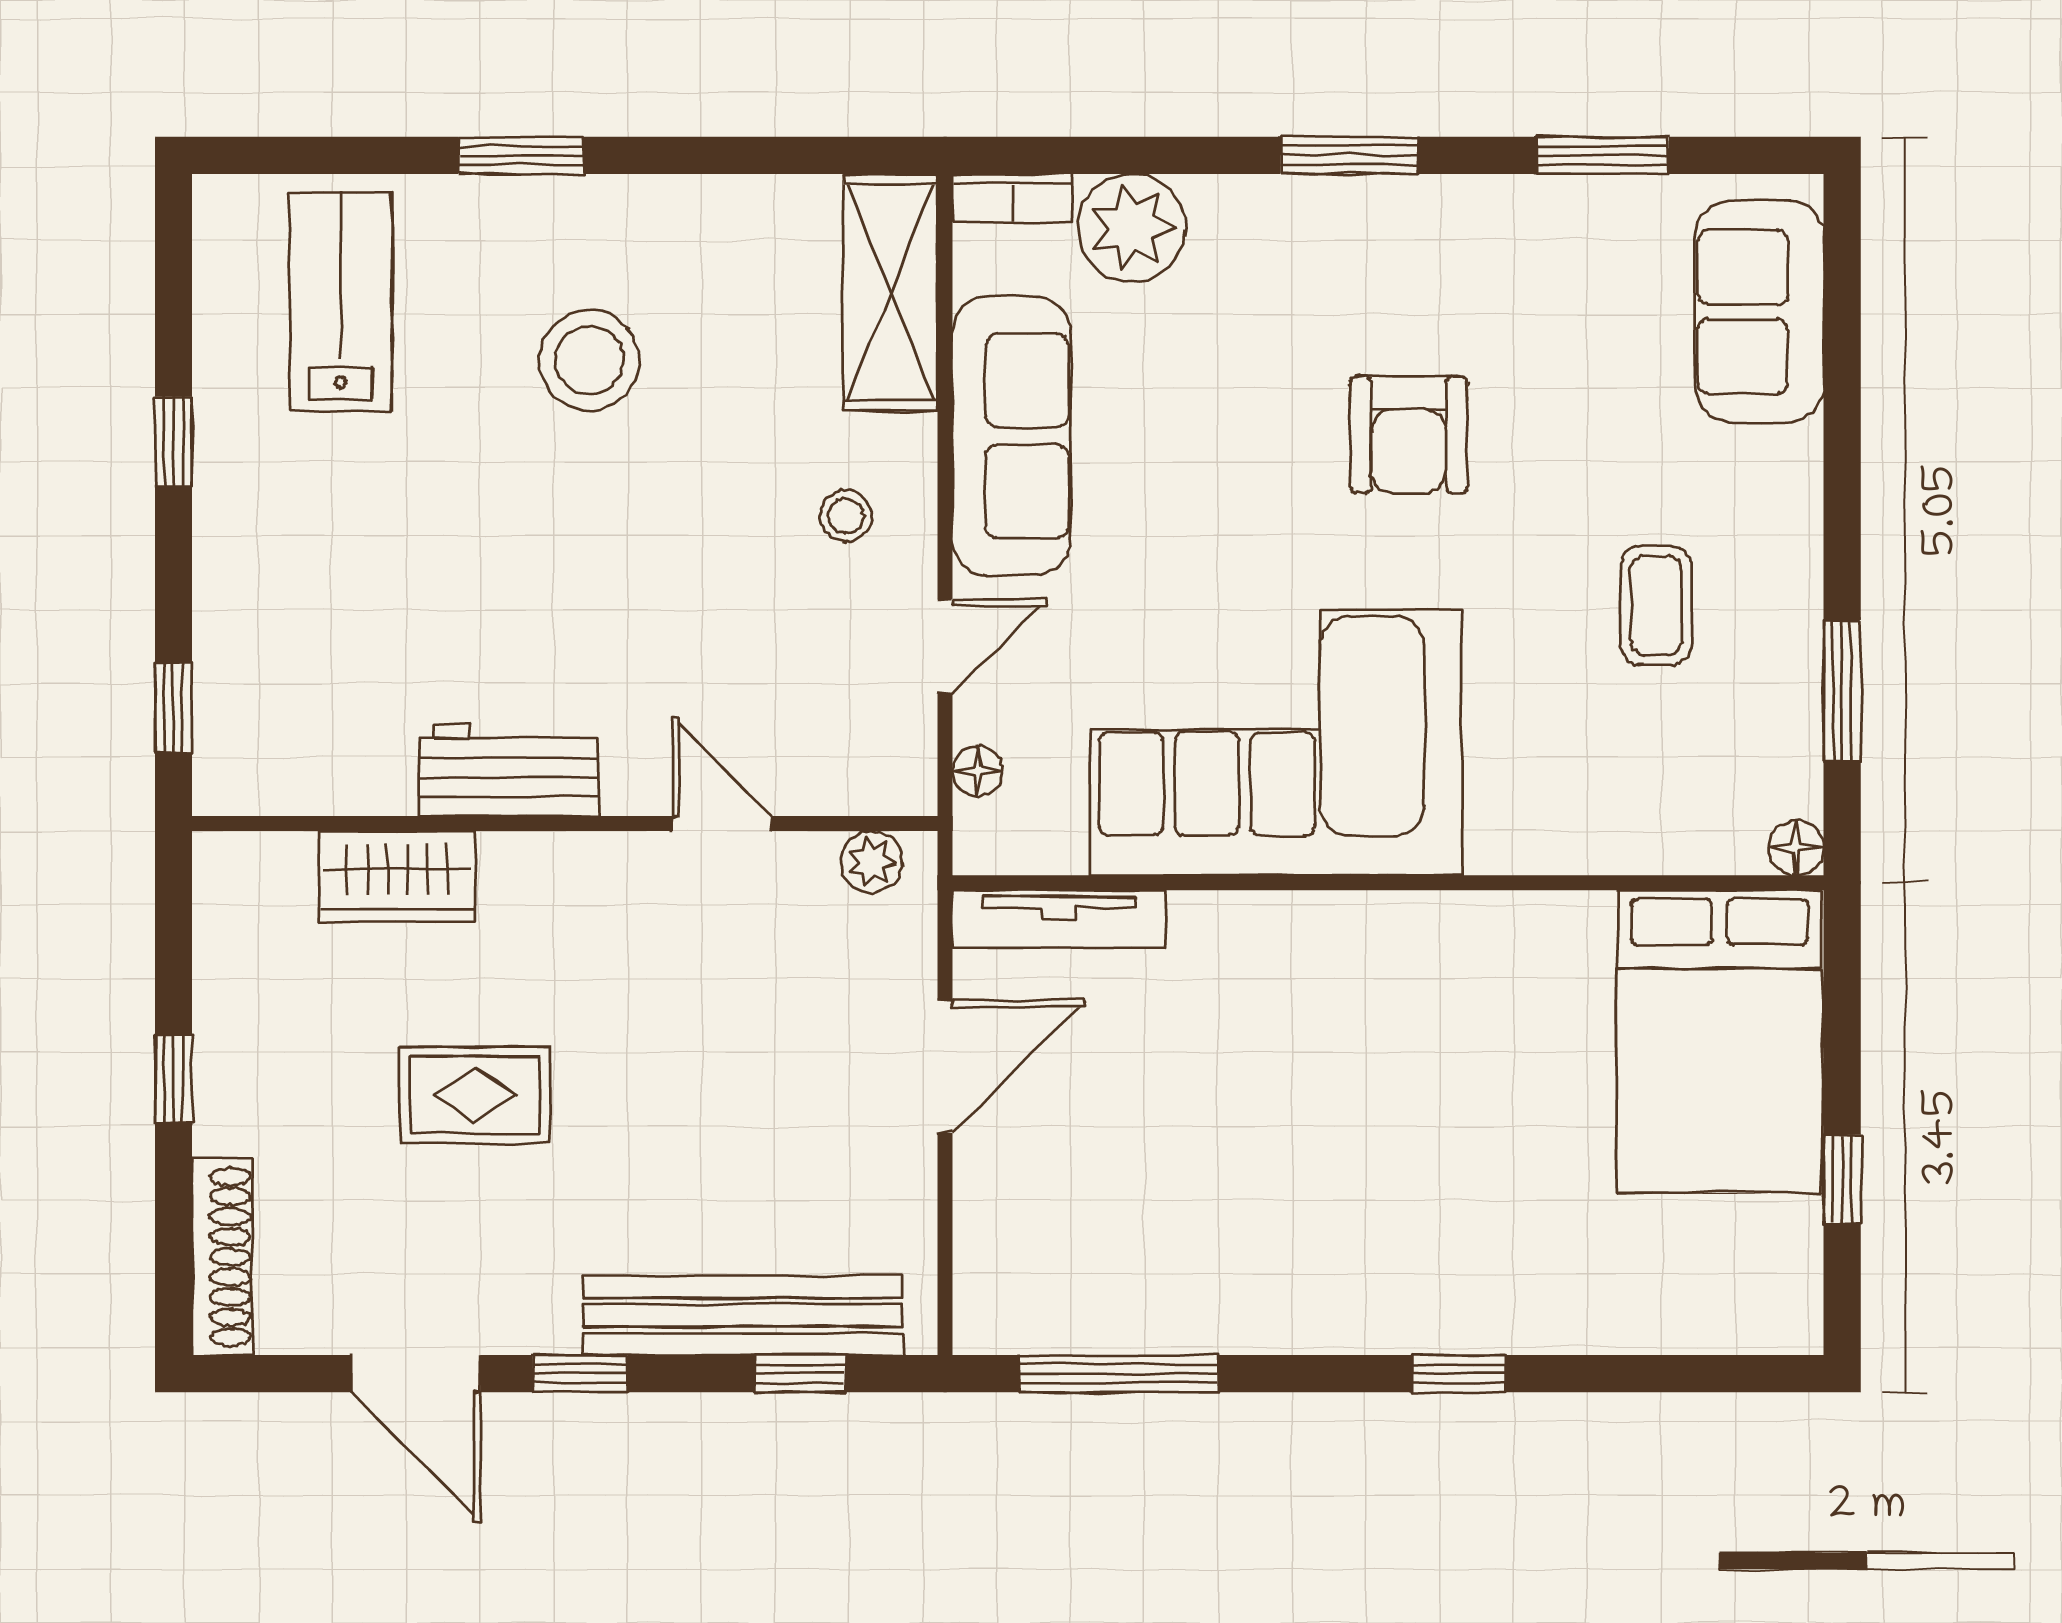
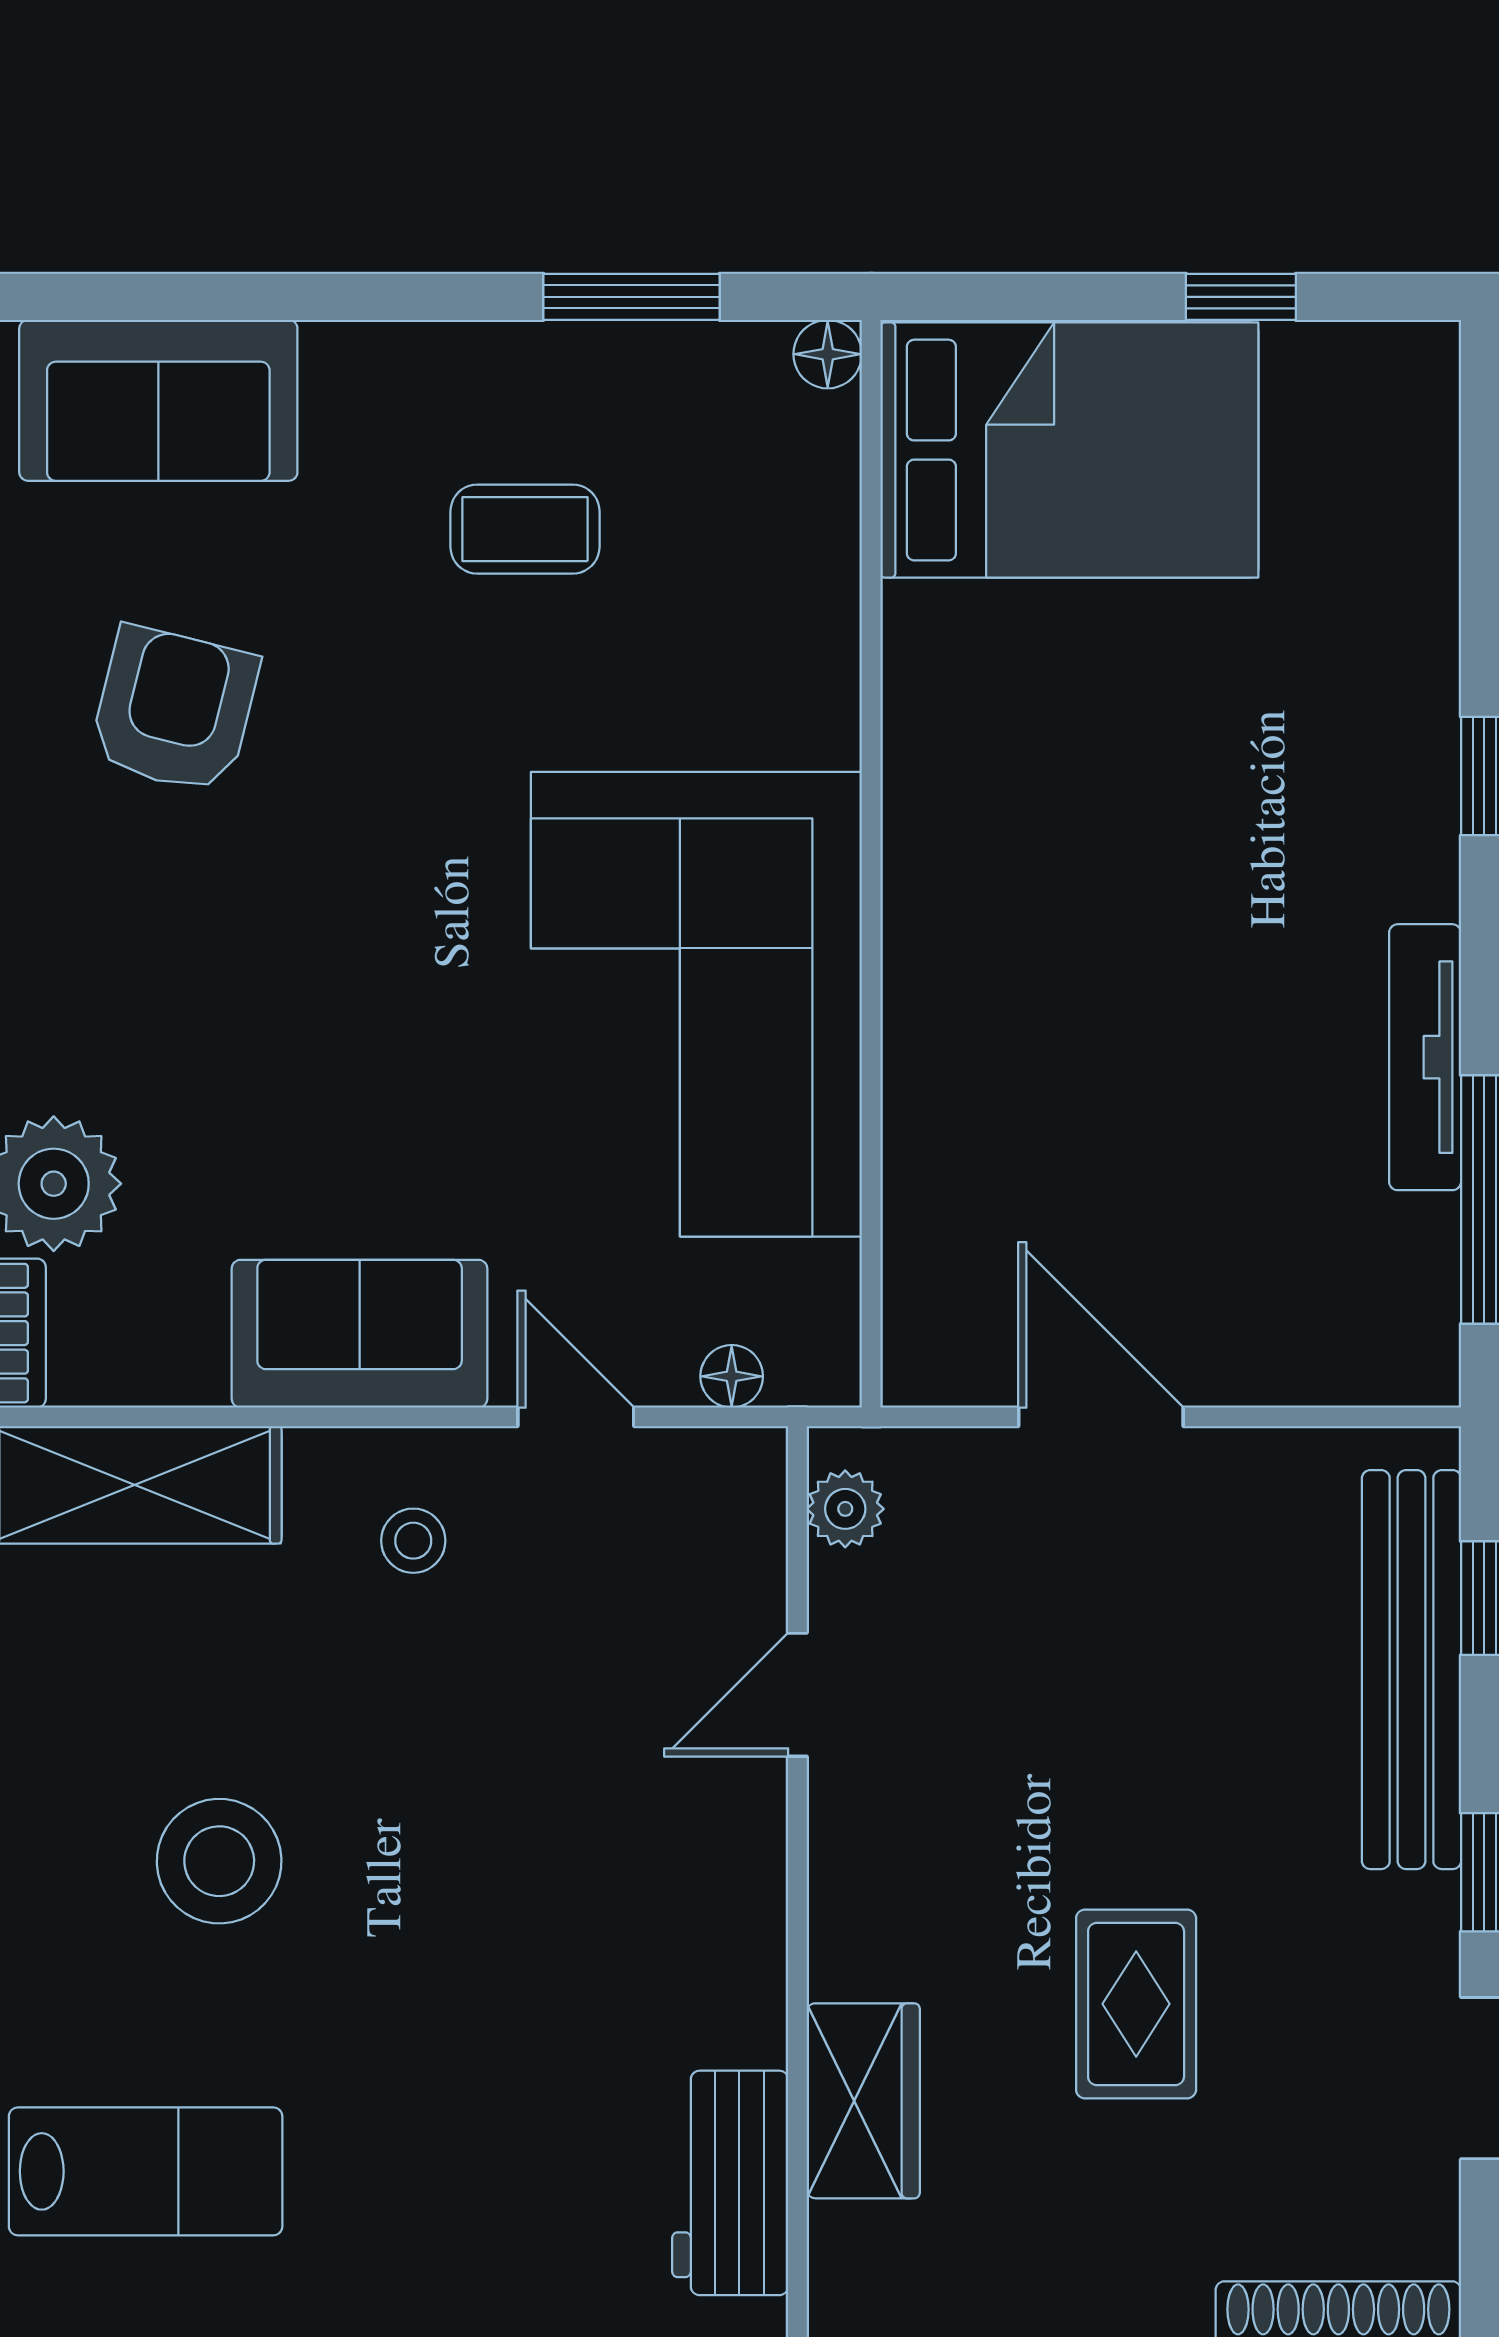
lab bench: (341, 302) -> (146, 2171), turned 180
armchair: (1409, 435) -> (174, 710), moved, turned -76
sofa: (1012, 436) -> (360, 1334), width x0.73
workbench: (509, 770) -> (730, 2183), moved
tv unit: (1059, 919) -> (1425, 1057), moved, turned 180

